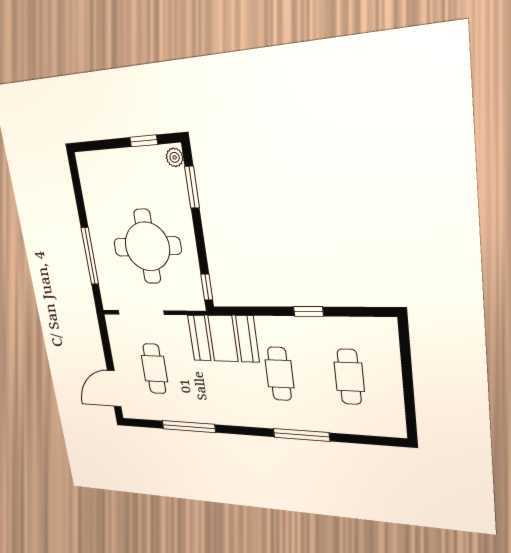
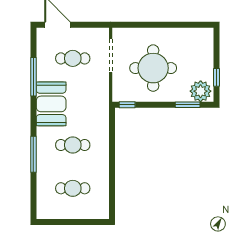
plant: (175, 157) -> (201, 91), width x1.88, depth x1.88
window: (90, 256) -> (148, 25), removed
window: (308, 311) -> (112, 168), removed
booth: (223, 338) -> (51, 104), moved

